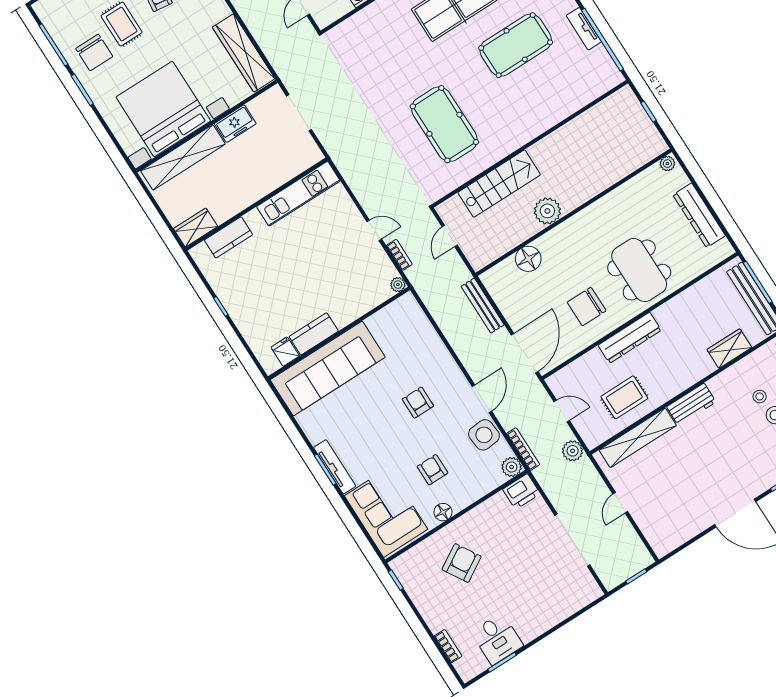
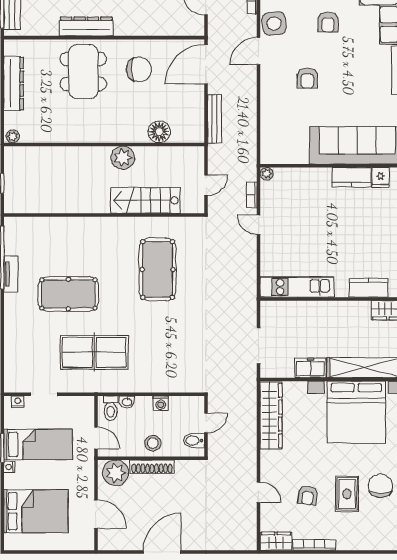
dresser: (630, 338) -> (86, 26), moved

